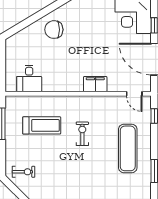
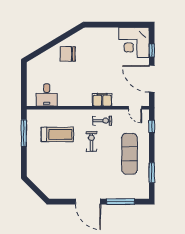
exercise bike: (23, 172) -> (102, 121), moved

